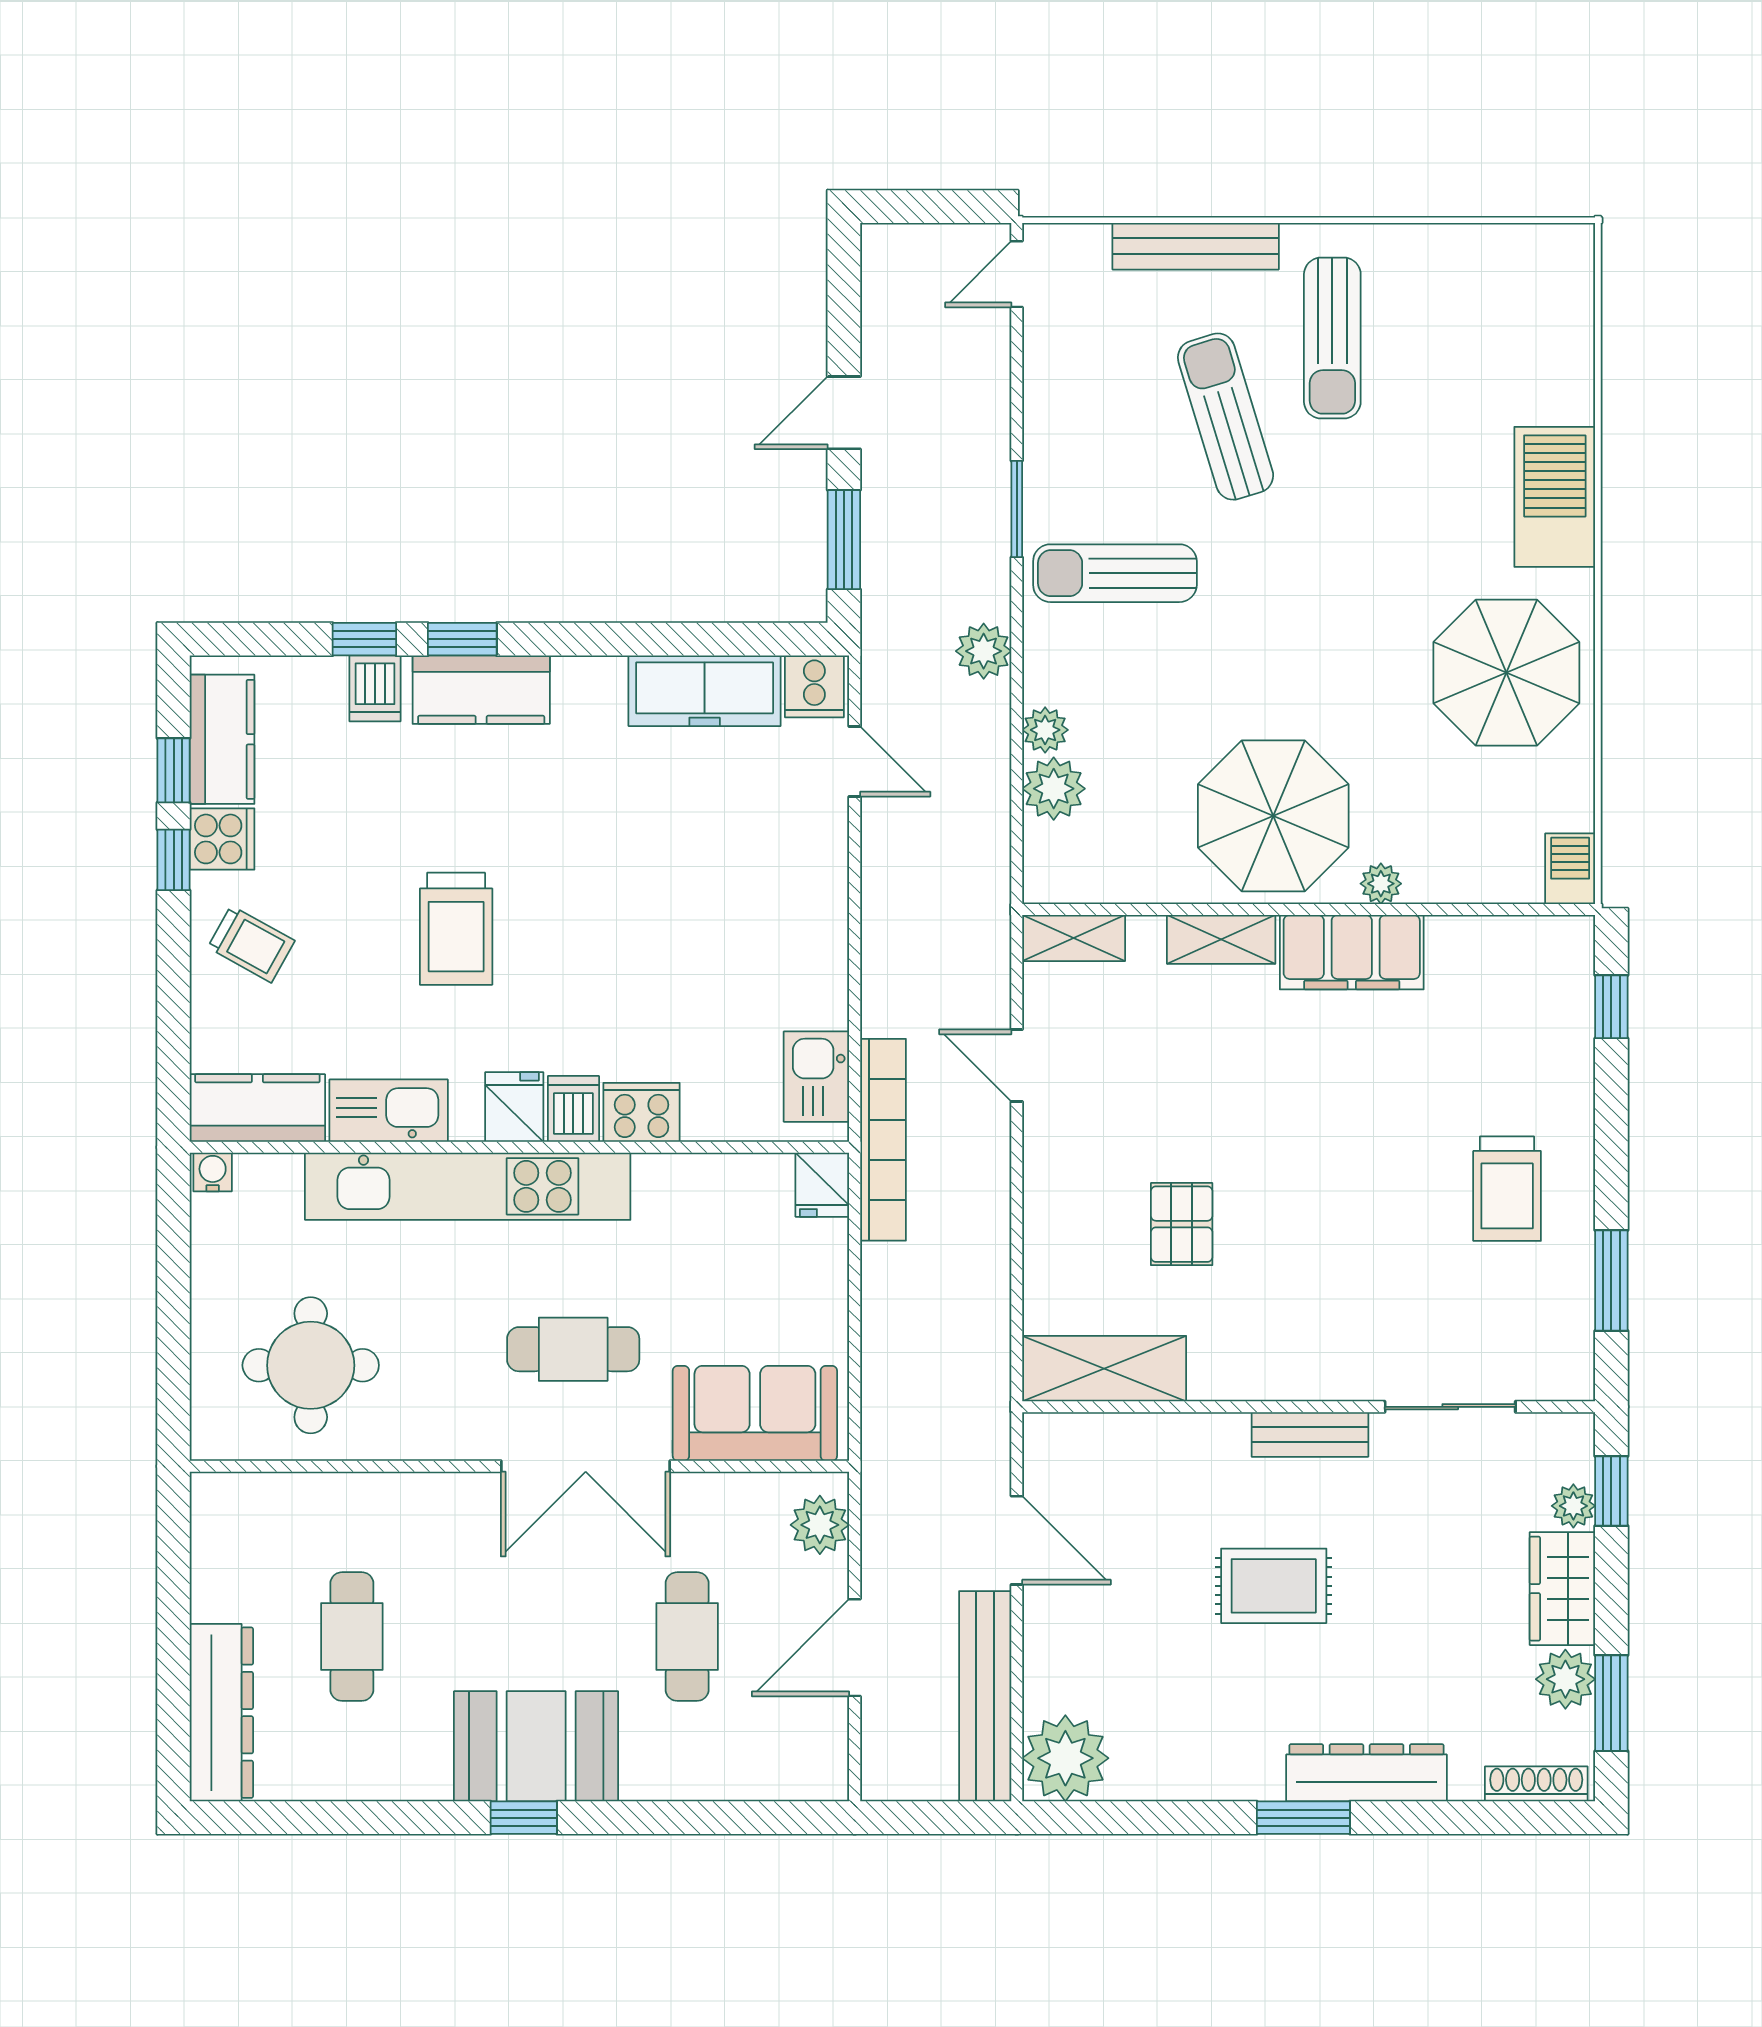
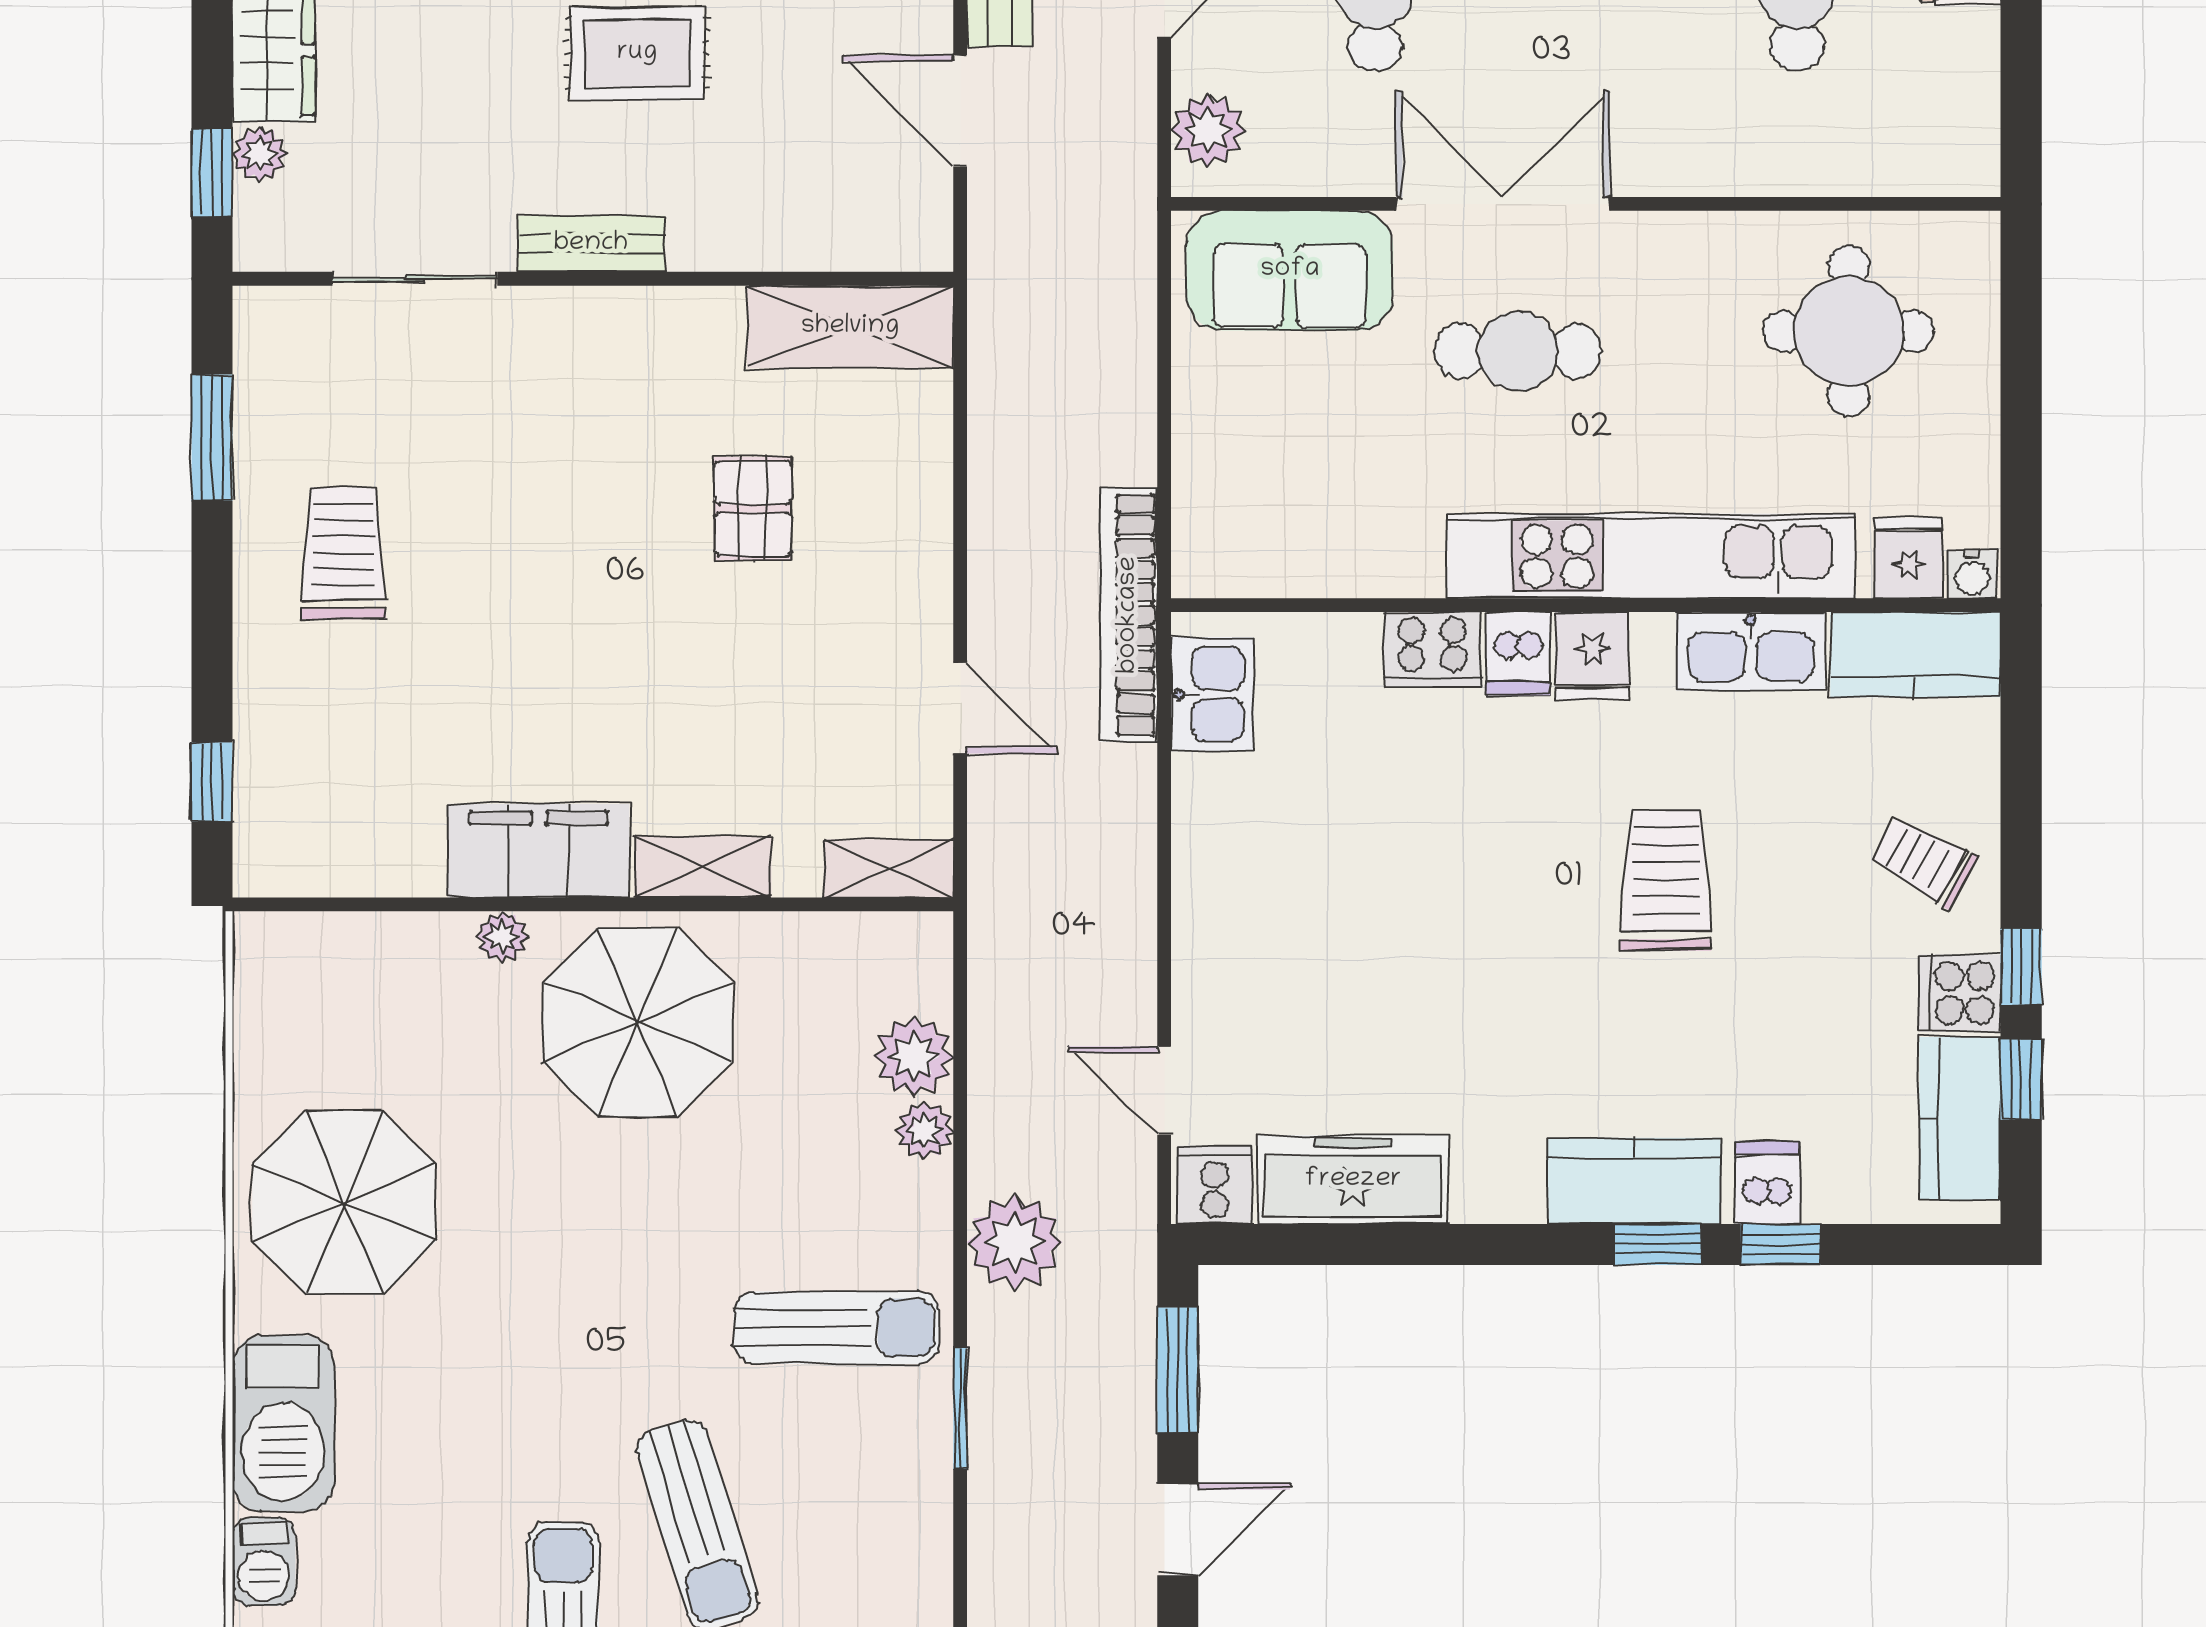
plant: (984, 651) -> (1015, 1242), width x1.36, depth x1.36
barbecue: (1570, 869) -> (264, 1562), moved
fridge: (822, 1185) -> (1908, 558), moved

